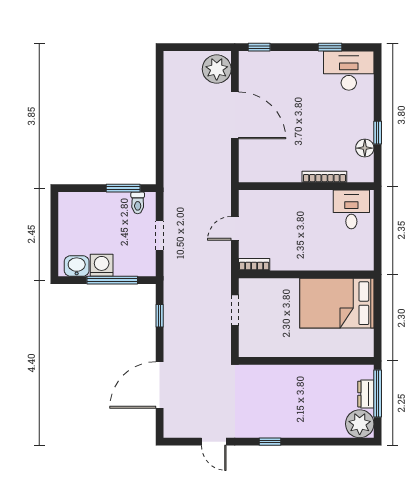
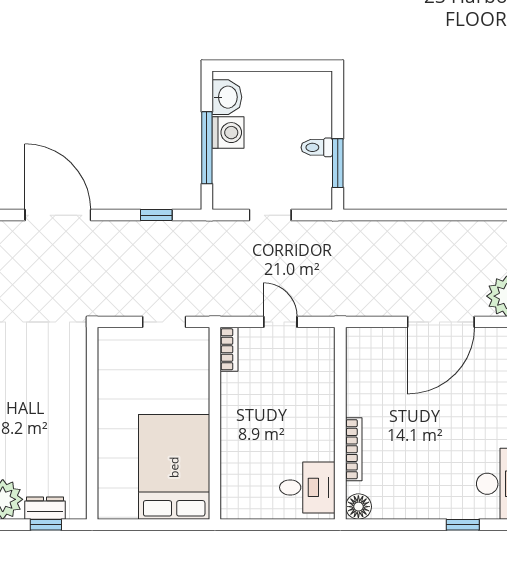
window: (378, 133) -> (463, 525), moved
floor lamp: (365, 148) -> (358, 507), moved
toilet: (138, 203) -> (317, 147), moved
window: (378, 393) -> (46, 525), width x0.46

